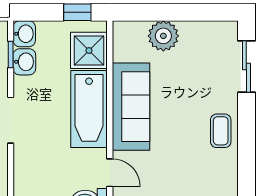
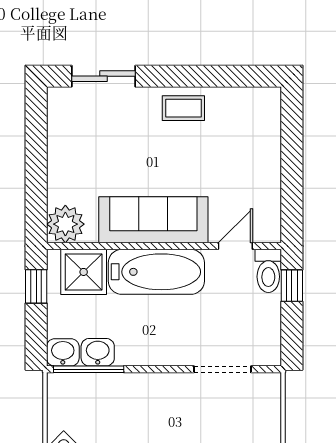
plant: (163, 36) -> (65, 224), moved
window: (11, 54) -> (89, 369), width x2.17
doorway: (11, 120) -> (222, 369), moved

